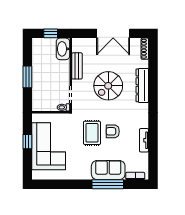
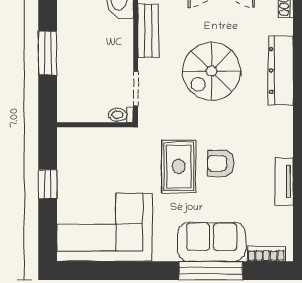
corner sofa: (49, 146) -> (105, 227), moved, turned -90

